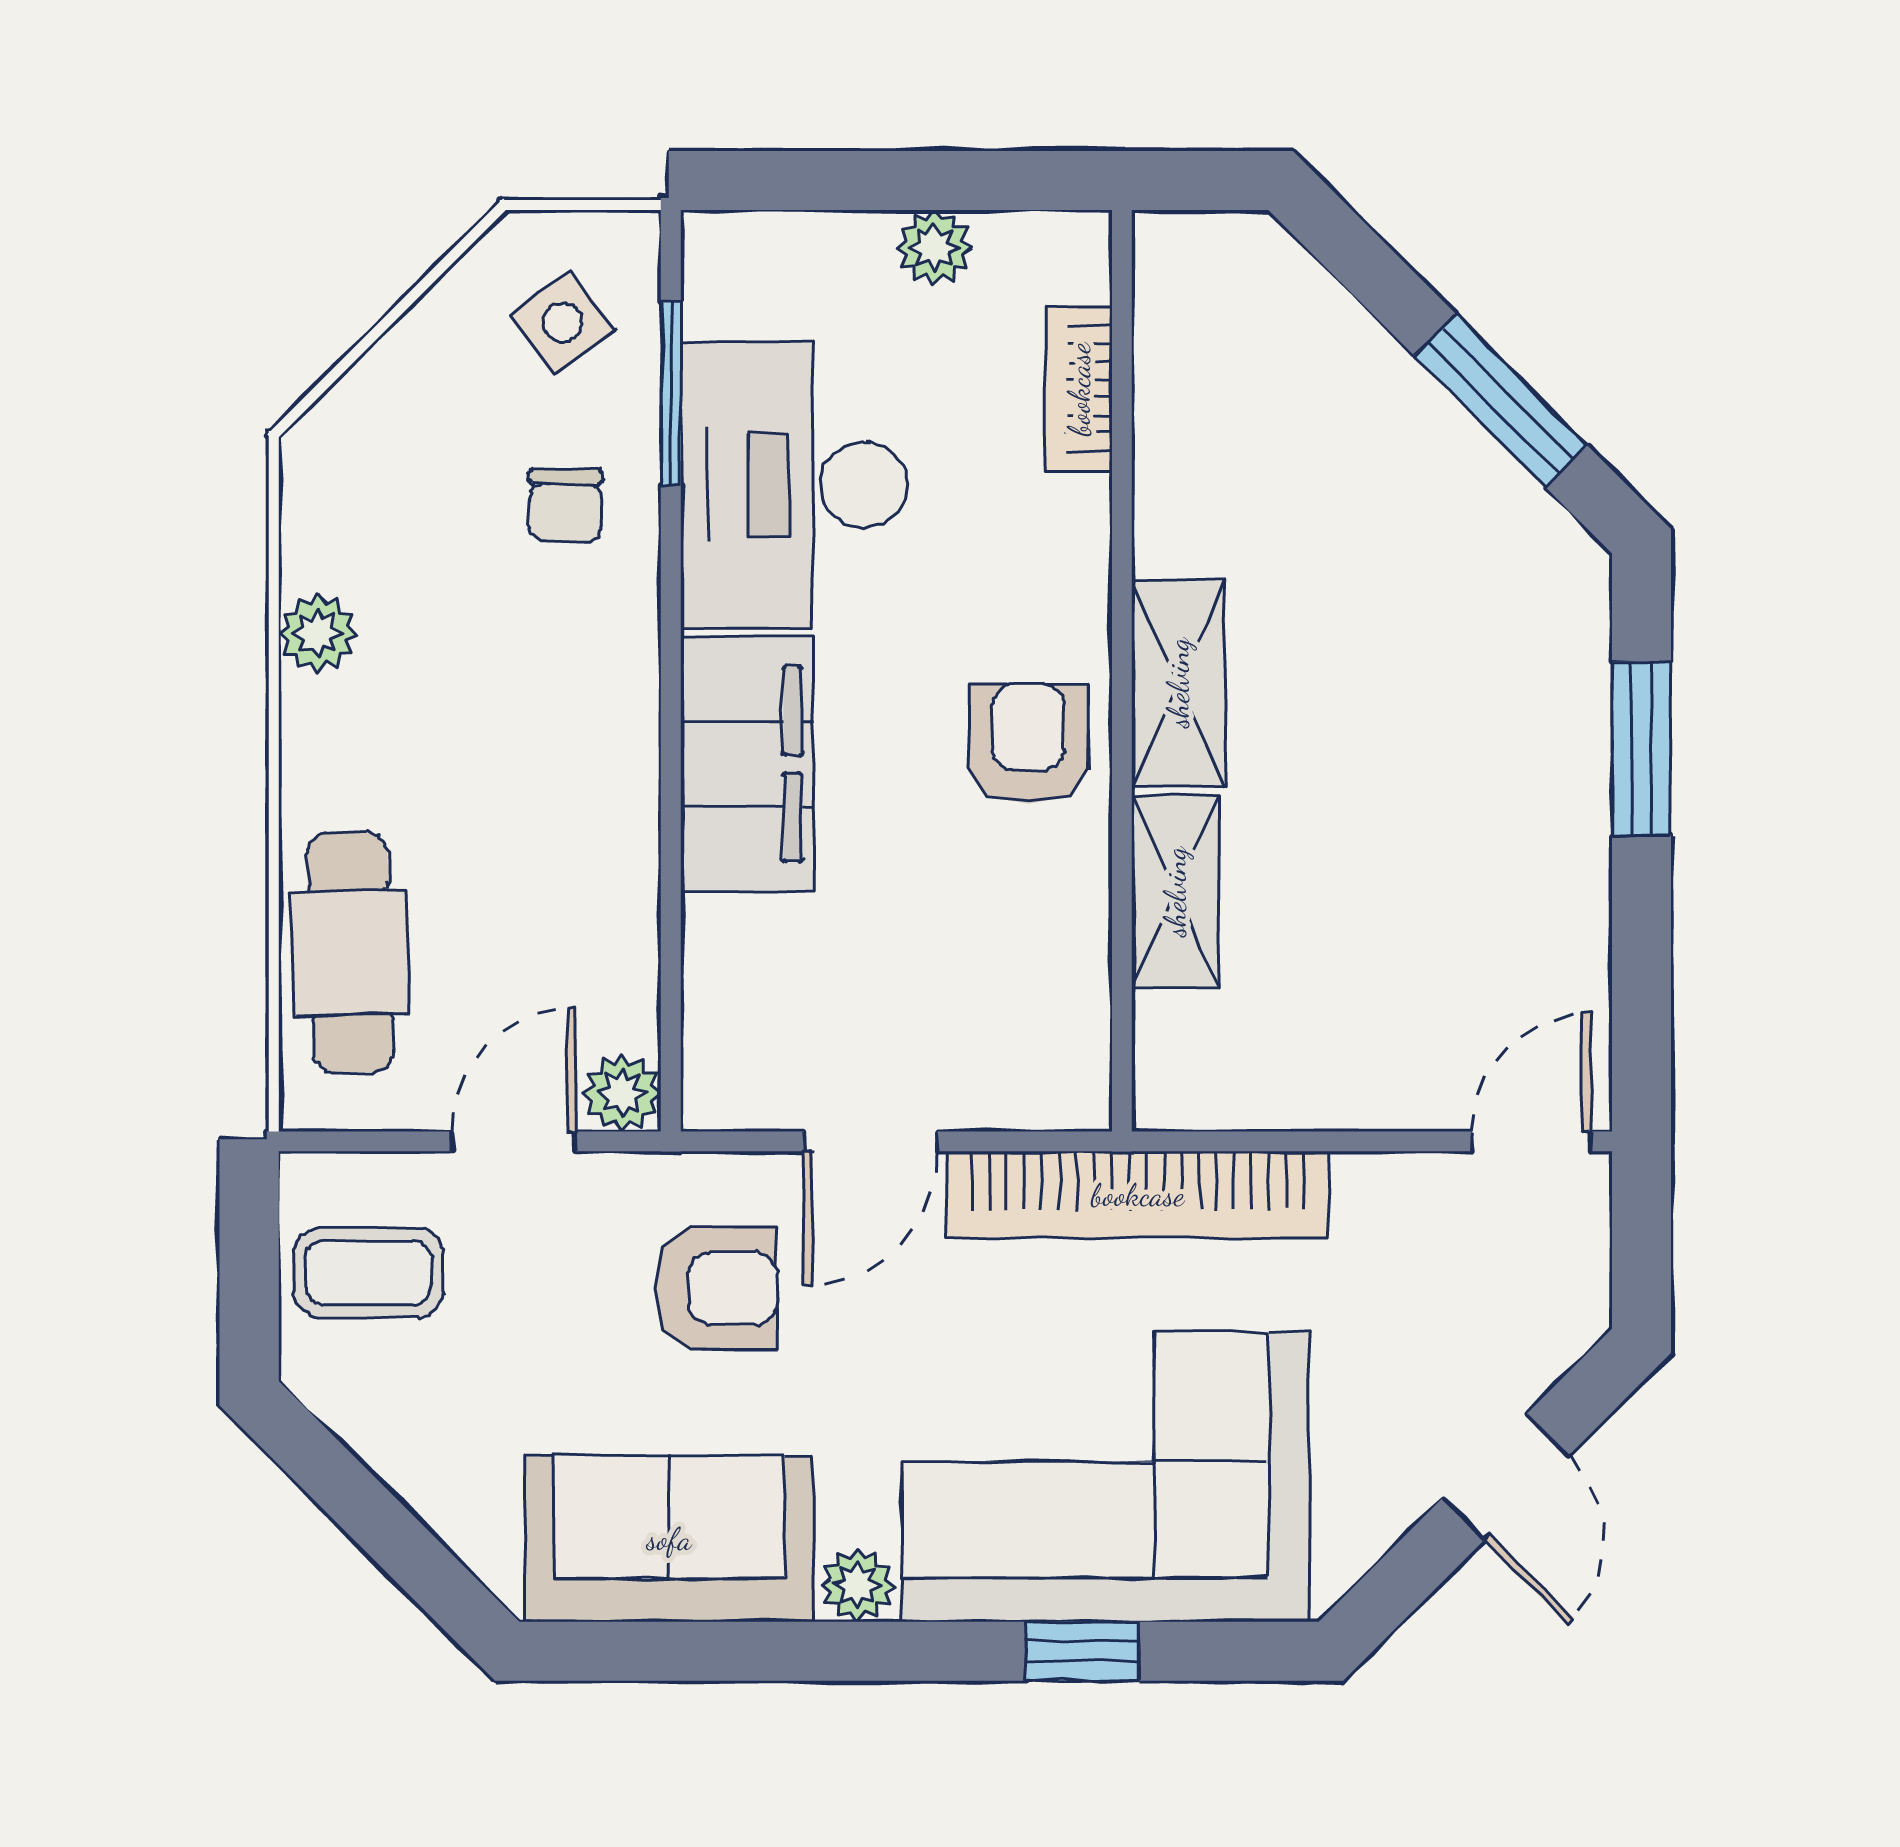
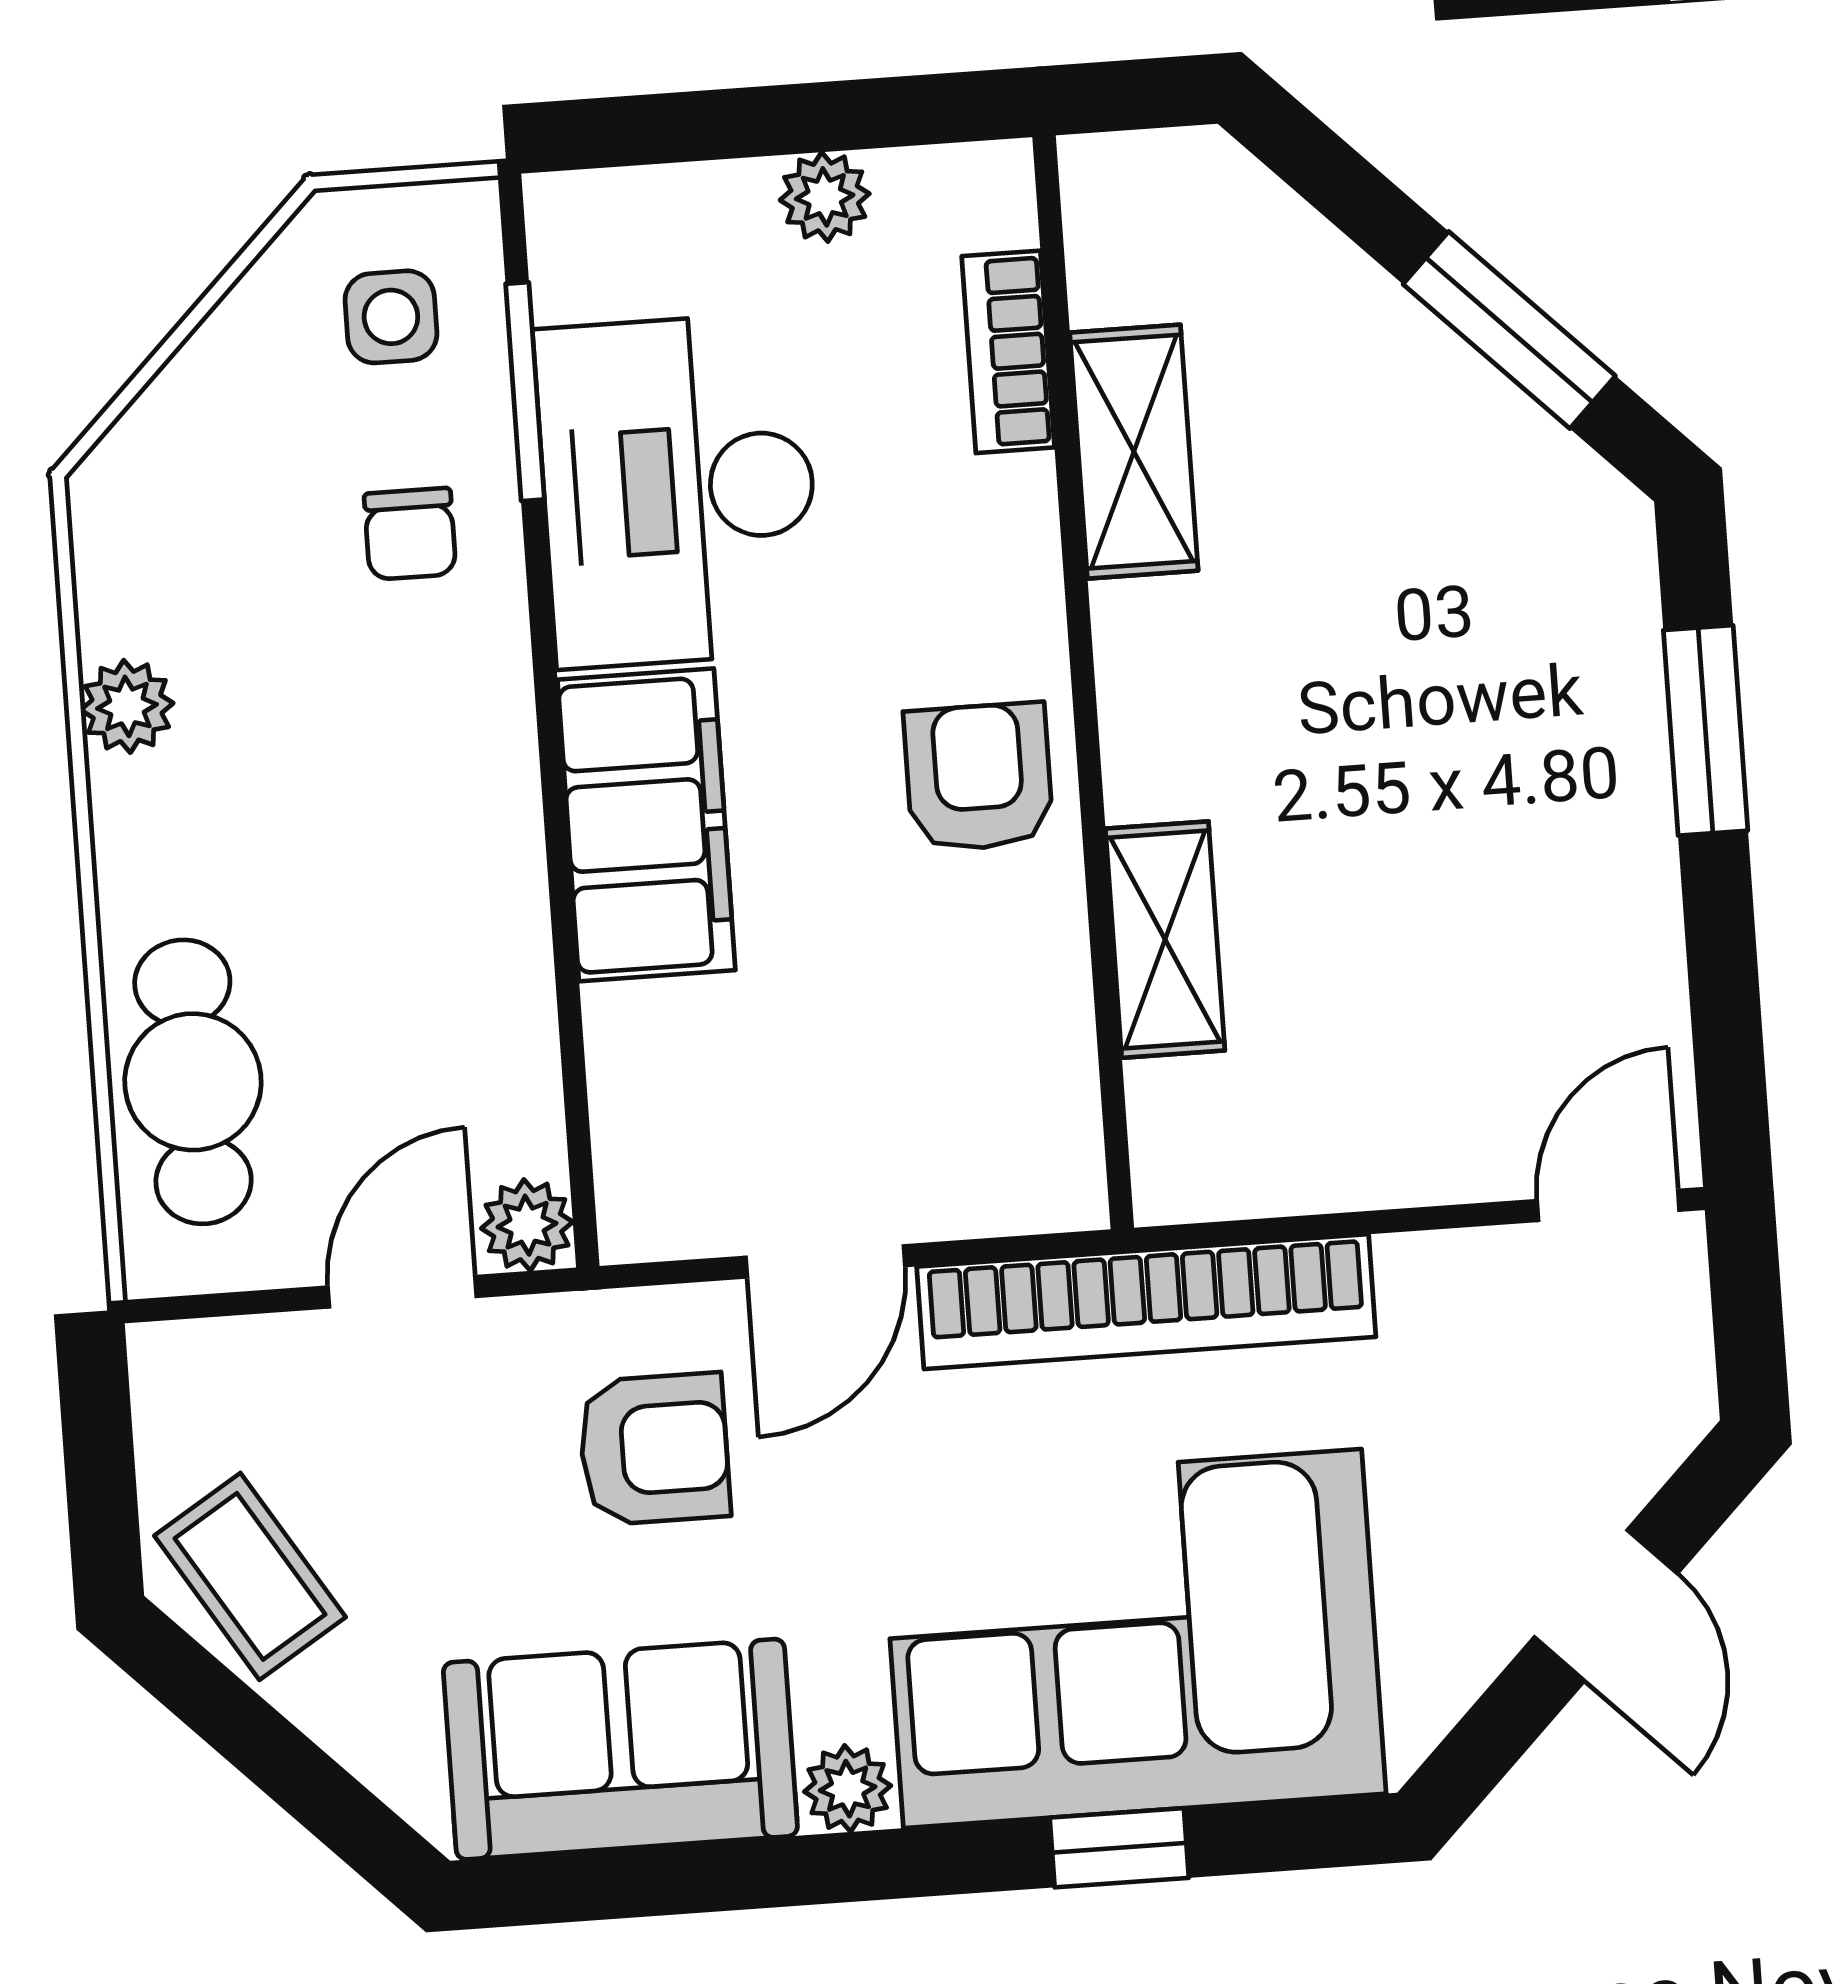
side table: (563, 322) -> (391, 317), turned 37
shelving: (1178, 683) -> (1134, 452), moved
coffee table: (368, 1273) -> (250, 1576), moved, turned 58

